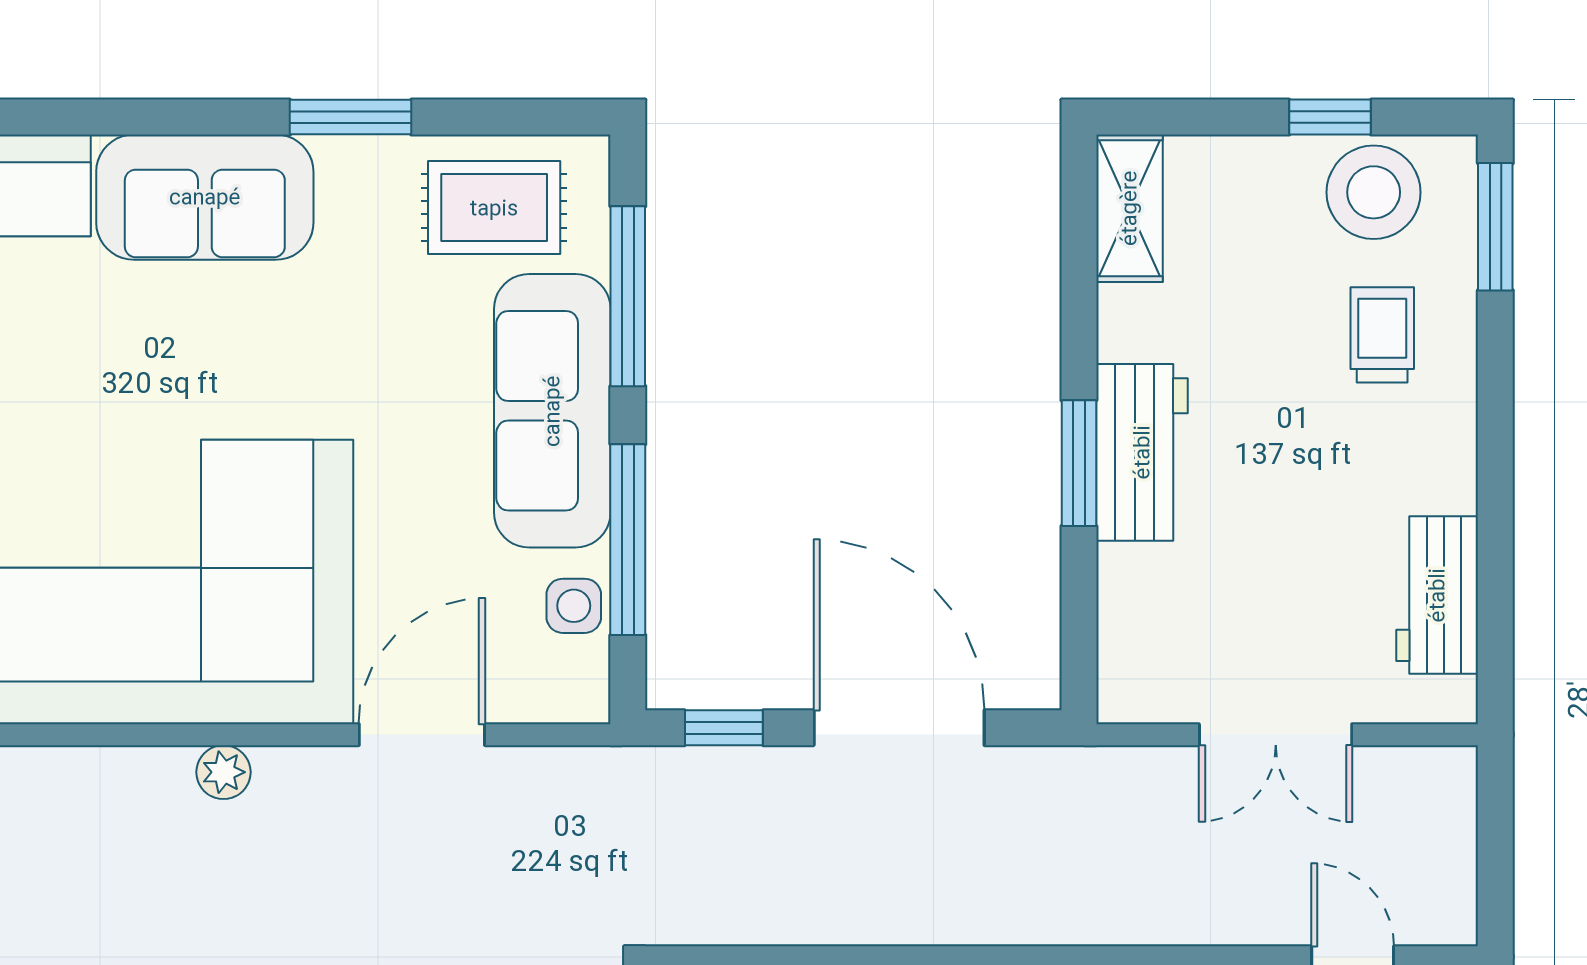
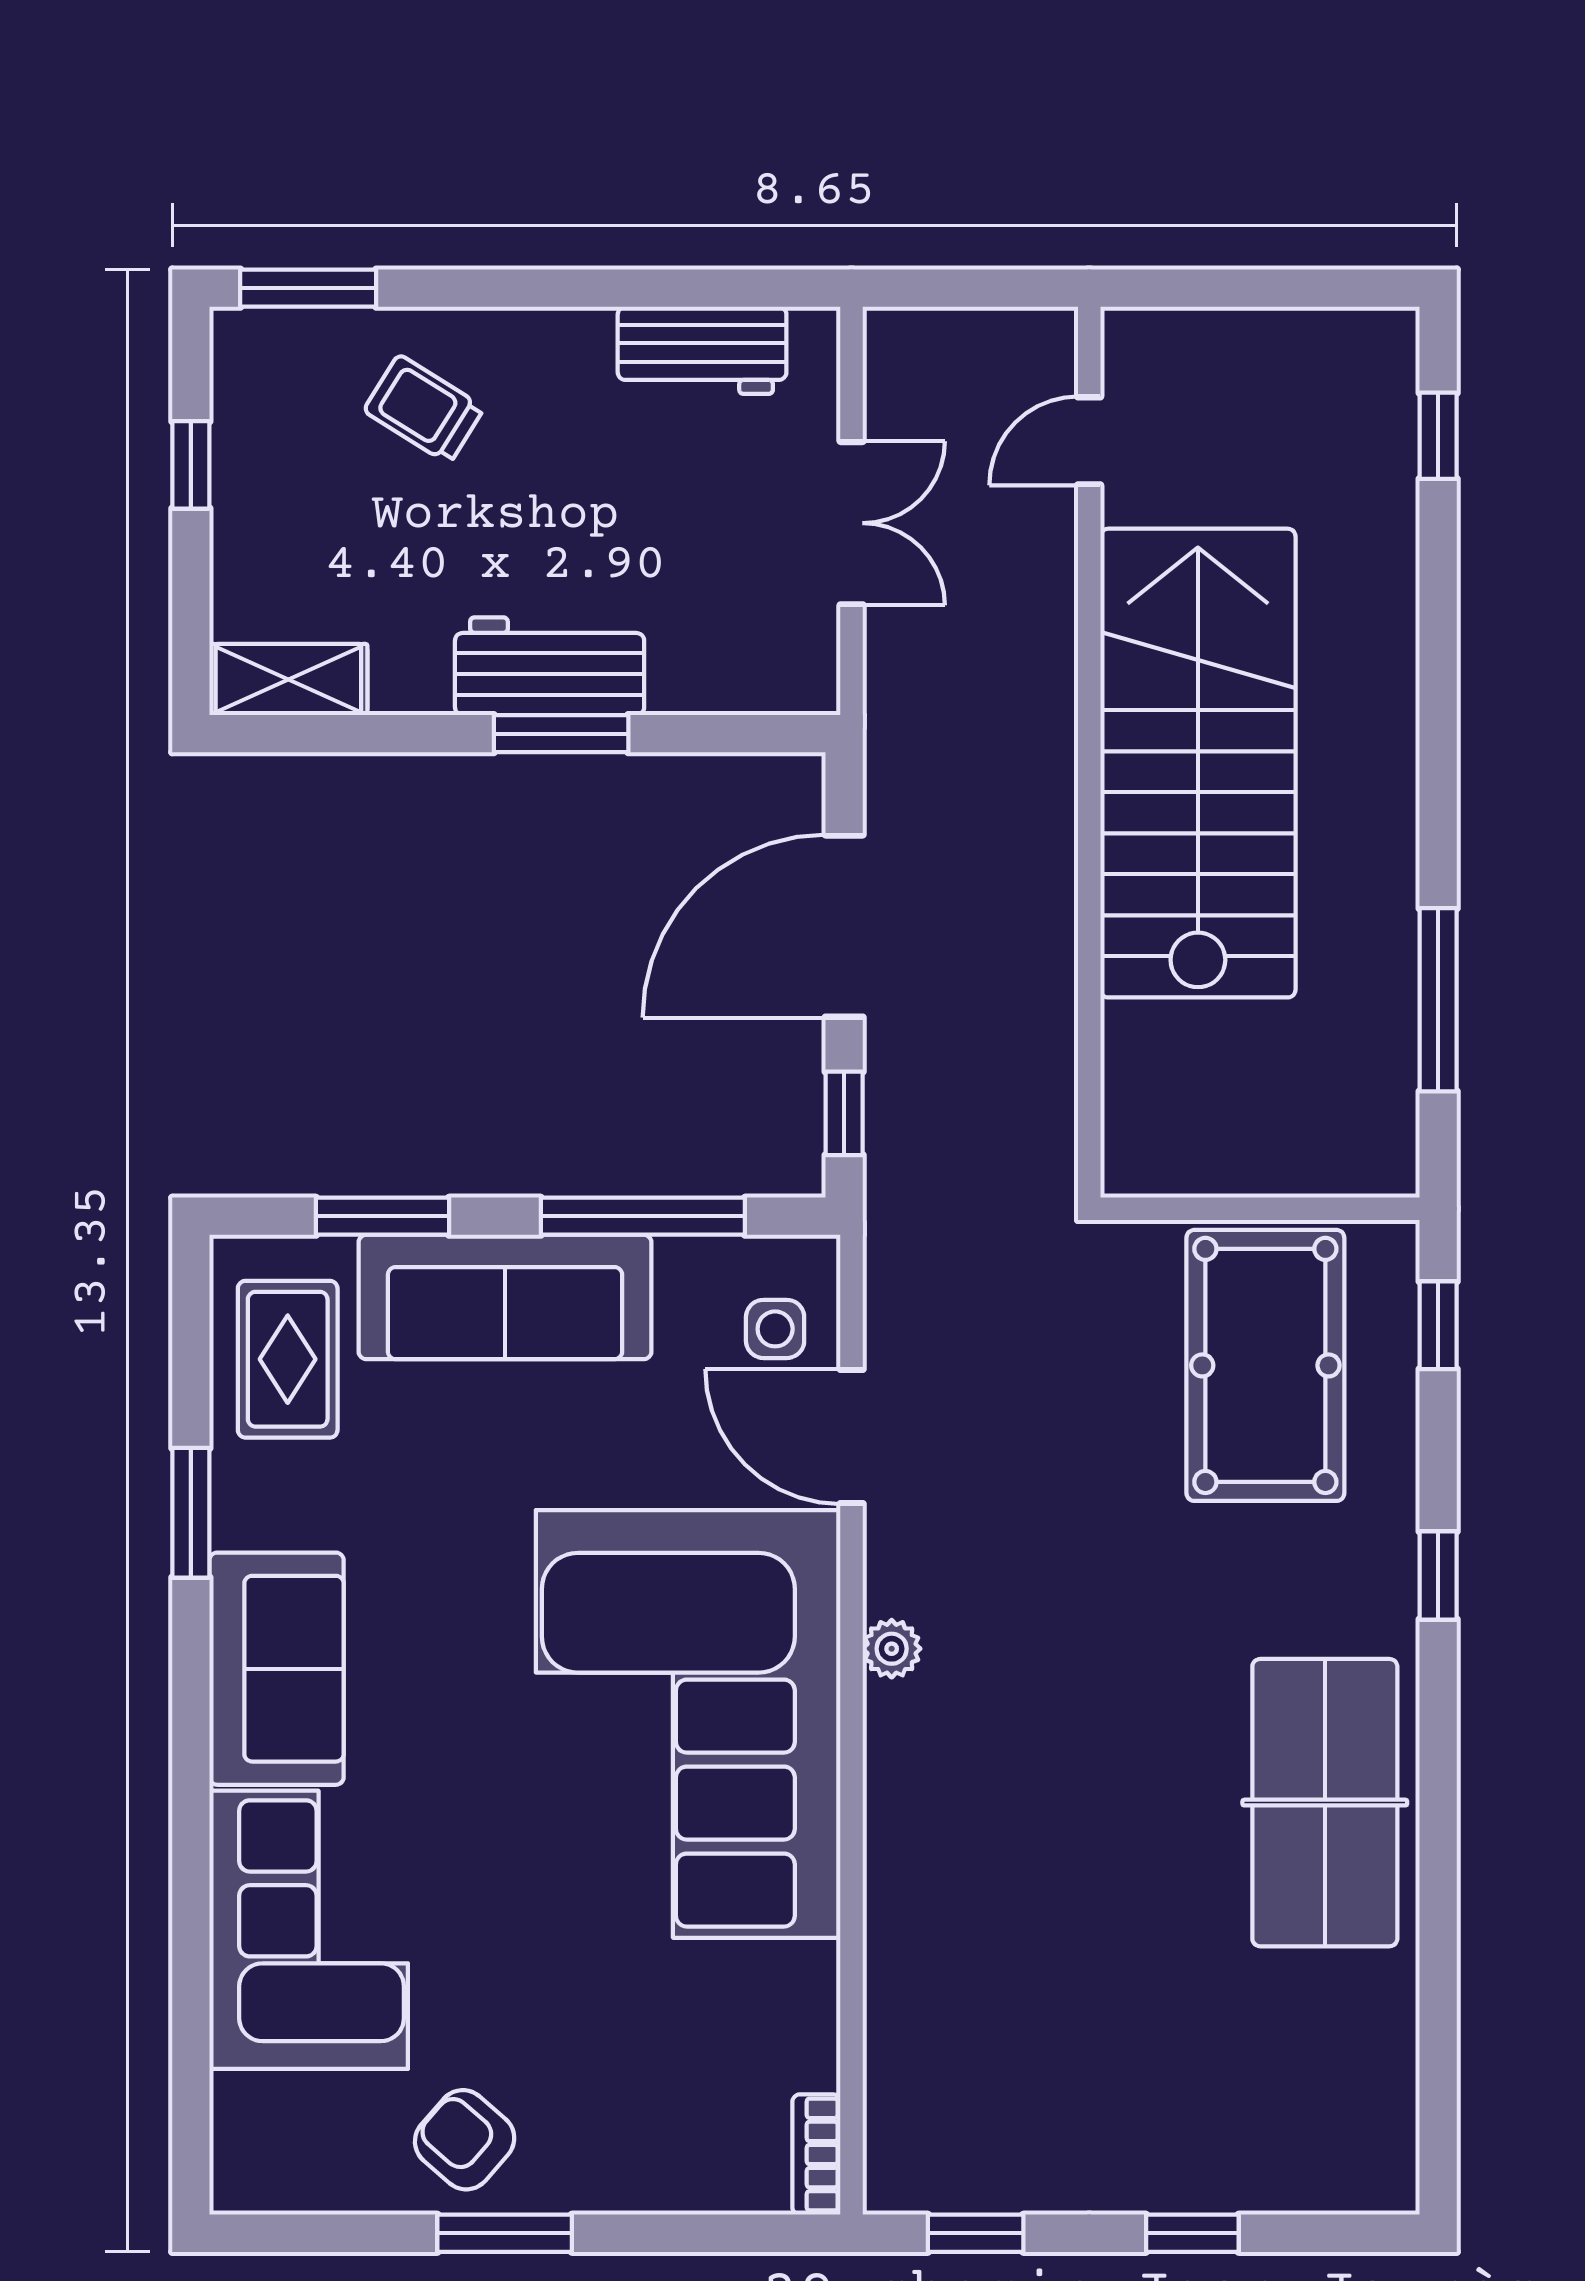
stool: (1374, 192) -> (271, 418), removed
window: (628, 296) -> (383, 1216), width x0.69
trolley: (1382, 335) -> (424, 409), turned 32
side table: (574, 606) -> (775, 1329), moved

